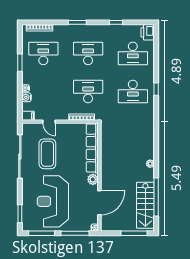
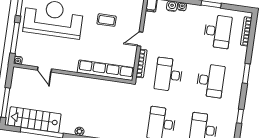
desk: (88, 91) -> (169, 75), turned 180
door: (49, 122) -> (140, 39), moved
coffee table: (47, 154) -> (107, 20), width x0.54, depth x0.58
plant: (93, 179) -> (71, 66), removed
door: (99, 203) -> (44, 69), width x0.53

